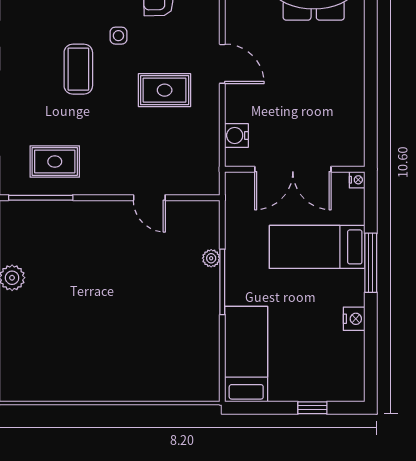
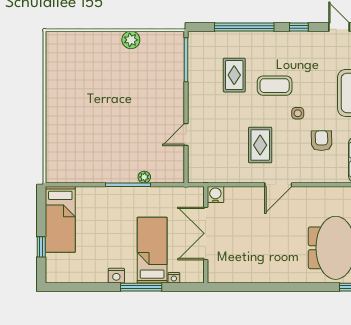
water cooler: (237, 135) -> (215, 195), moved
rug: (55, 162) -> (234, 75), moved
nightstand: (357, 180) -> (174, 278), moved
nightstand: (354, 319) -> (116, 276), moved
bed: (246, 354) -> (60, 219), moved, turned 90

